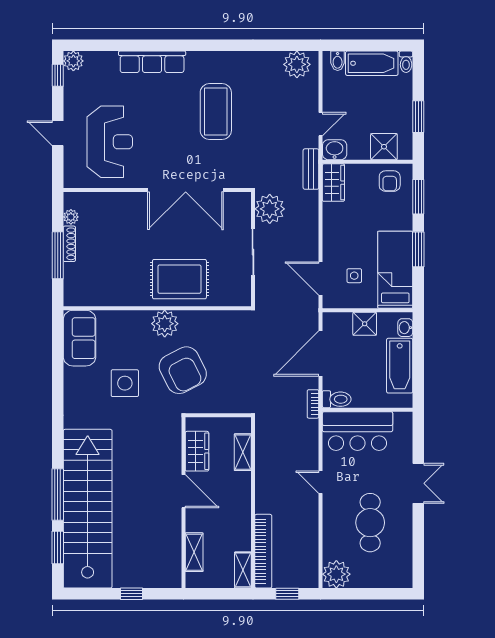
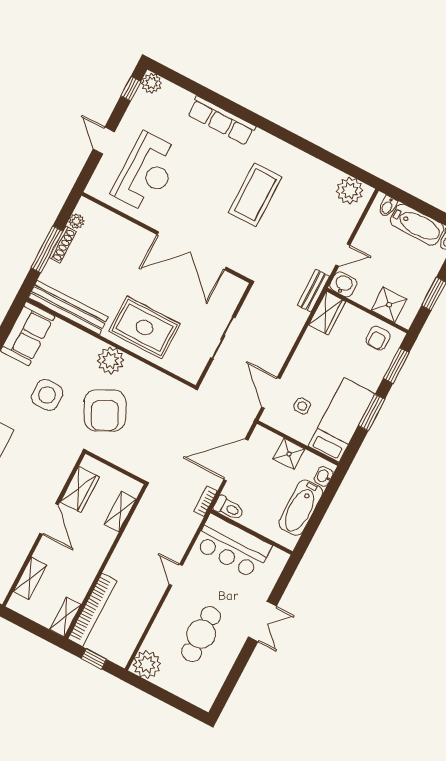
plant: (270, 209) -> (258, 307), removed
bench: (103, 297) -> (68, 307), added

